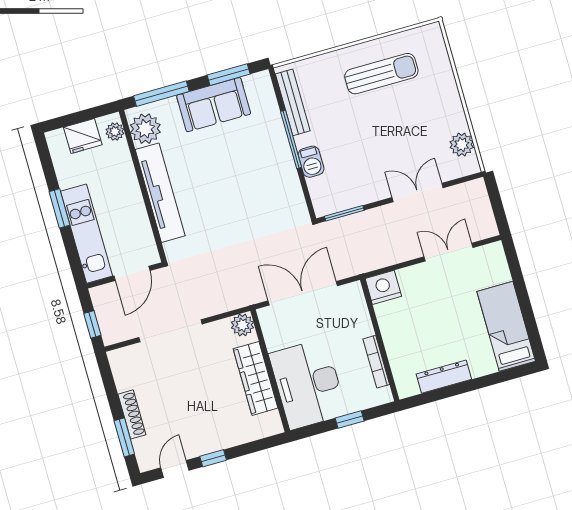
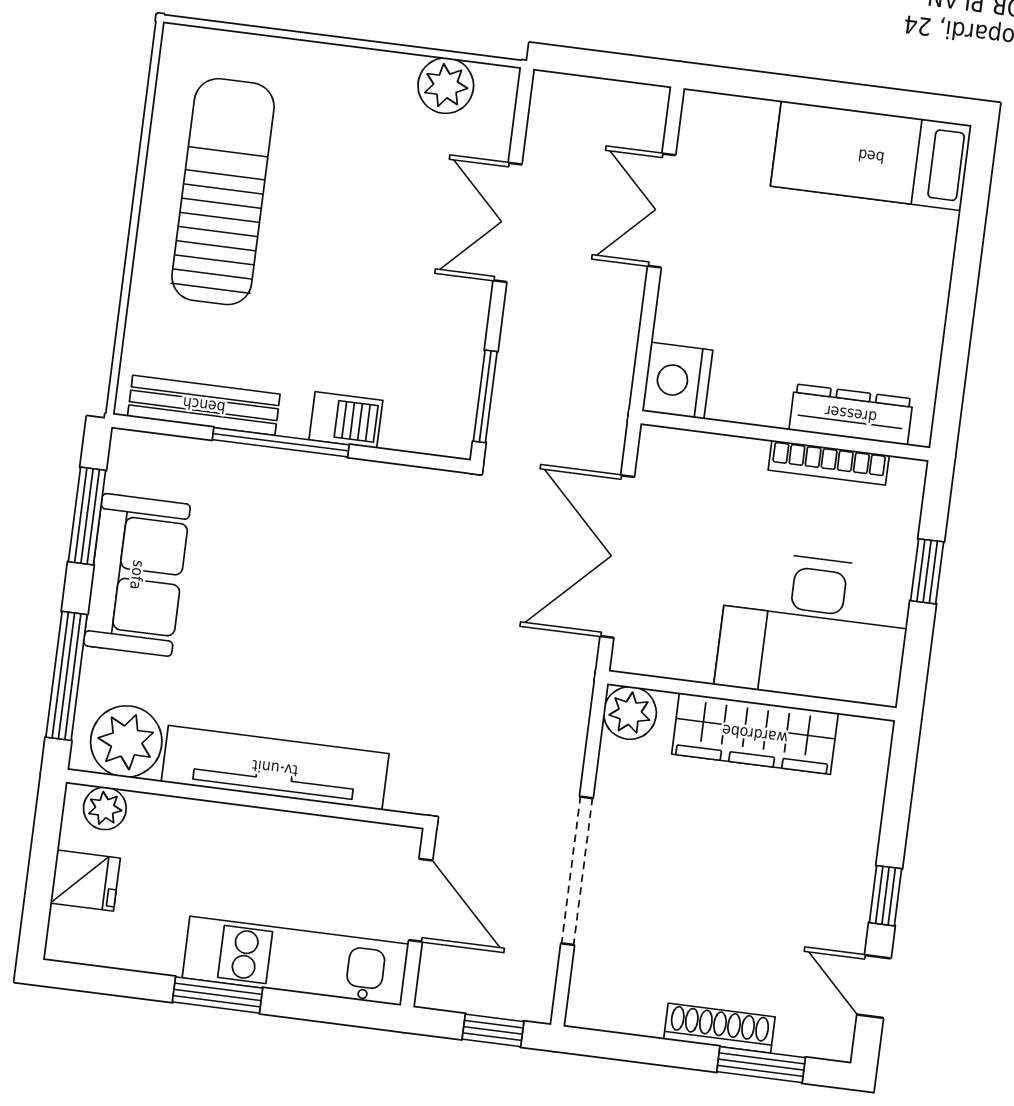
sun lounger: (381, 74) -> (223, 192), width x1.36, depth x1.34
fridge: (83, 136) -> (85, 881), width x0.72
dresser: (444, 377) -> (851, 414), moved, turned 90

